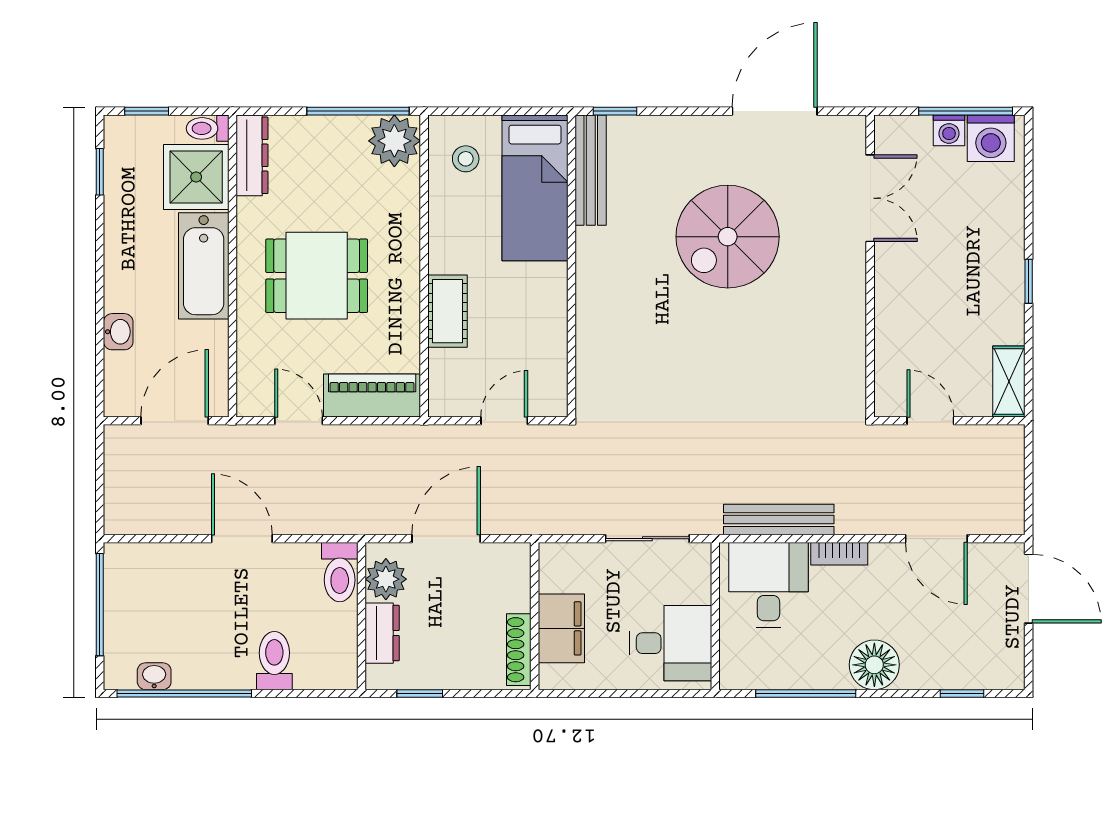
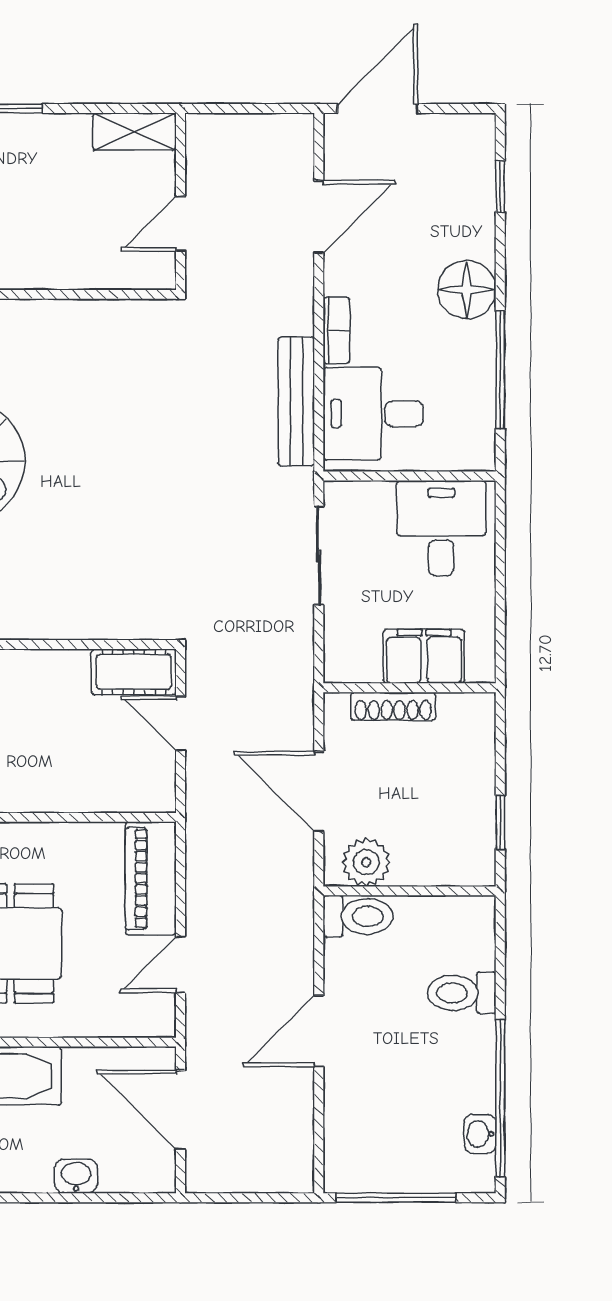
cot: (447, 311) -> (134, 672), moved
dresser: (382, 633) -> (429, 867), removed
shoe rack: (519, 650) -> (393, 706), moved

